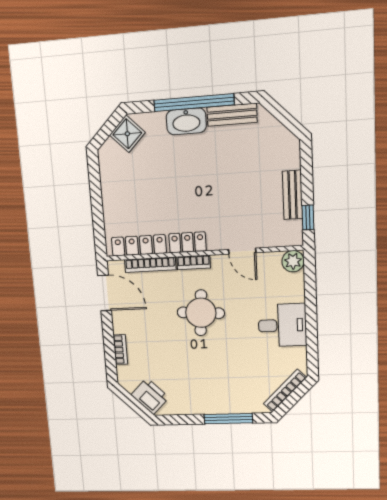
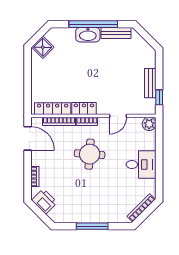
shower: (127, 134) -> (43, 47), moved
door: (242, 251) -> (118, 116), hinge flipped
printer: (150, 396) -> (44, 201), moved
window: (228, 419) -> (92, 226), moved

